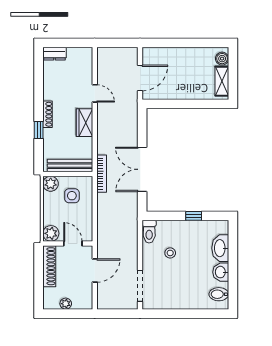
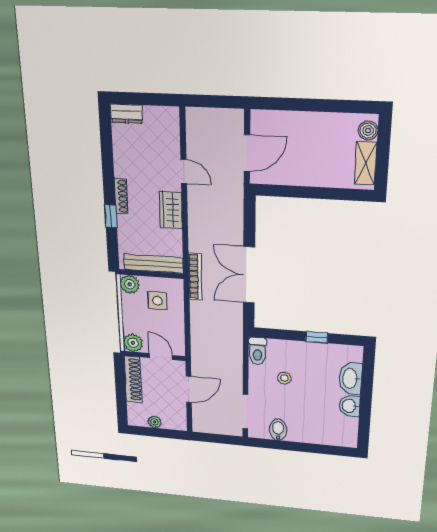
bidet: (219, 294) -> (278, 430), moved, turned 90

